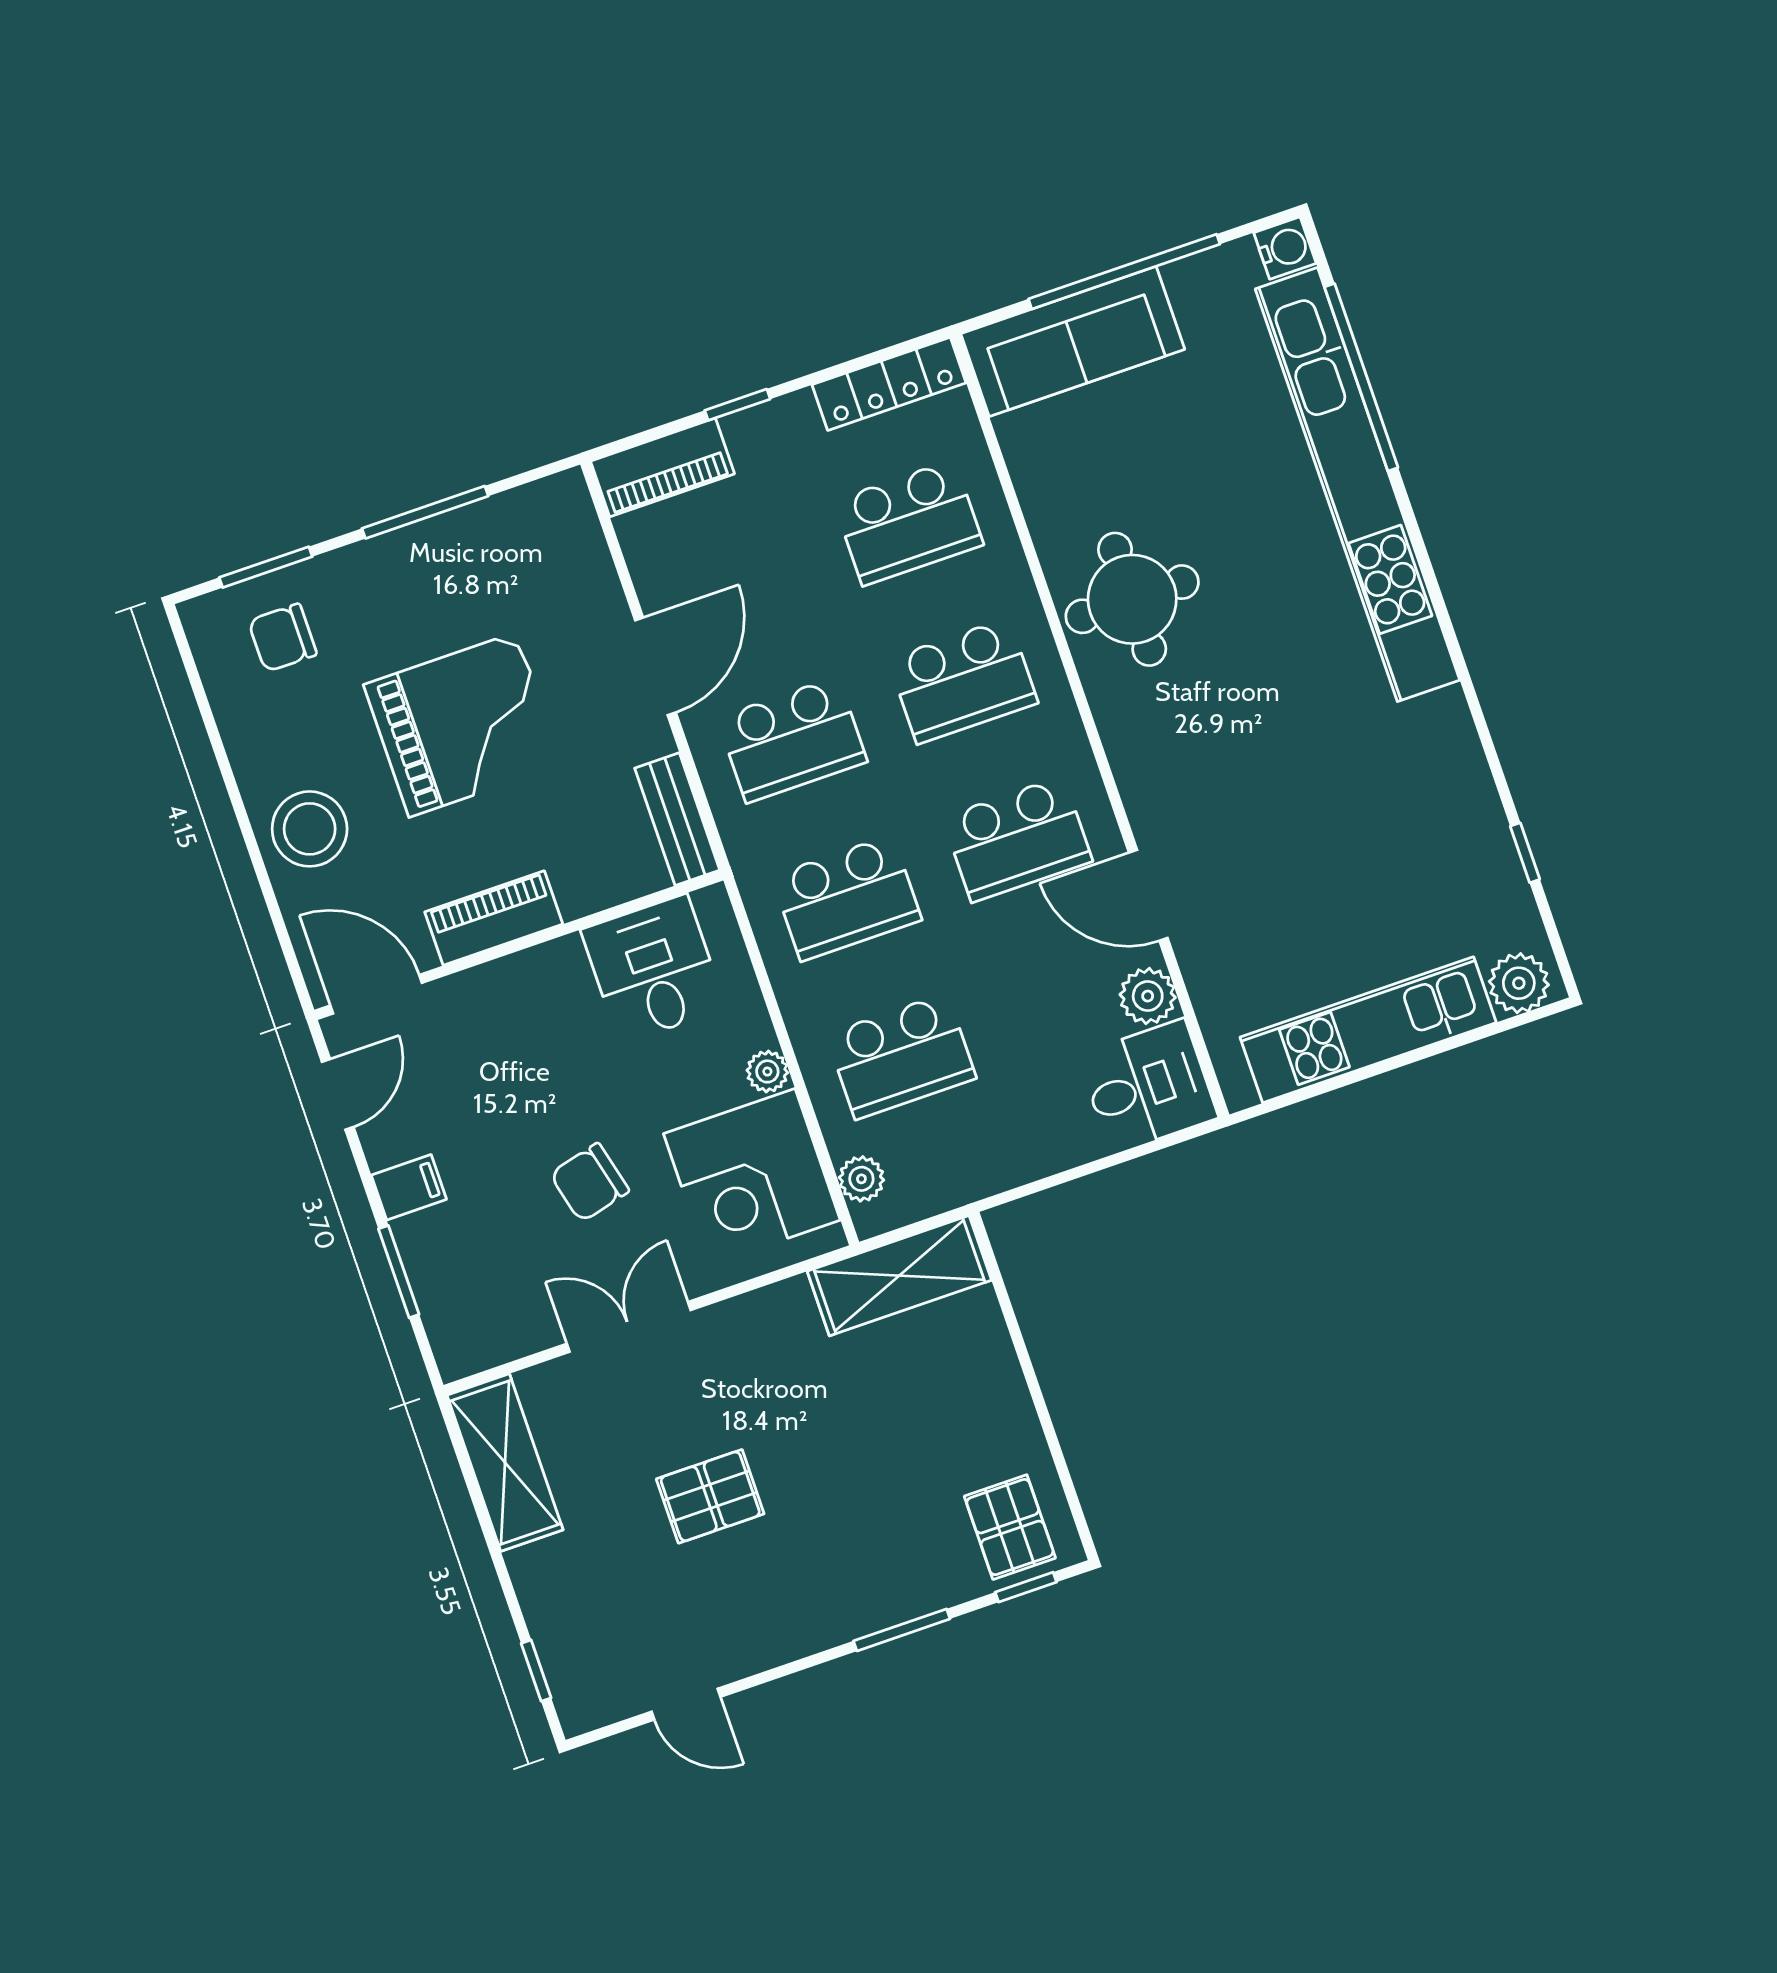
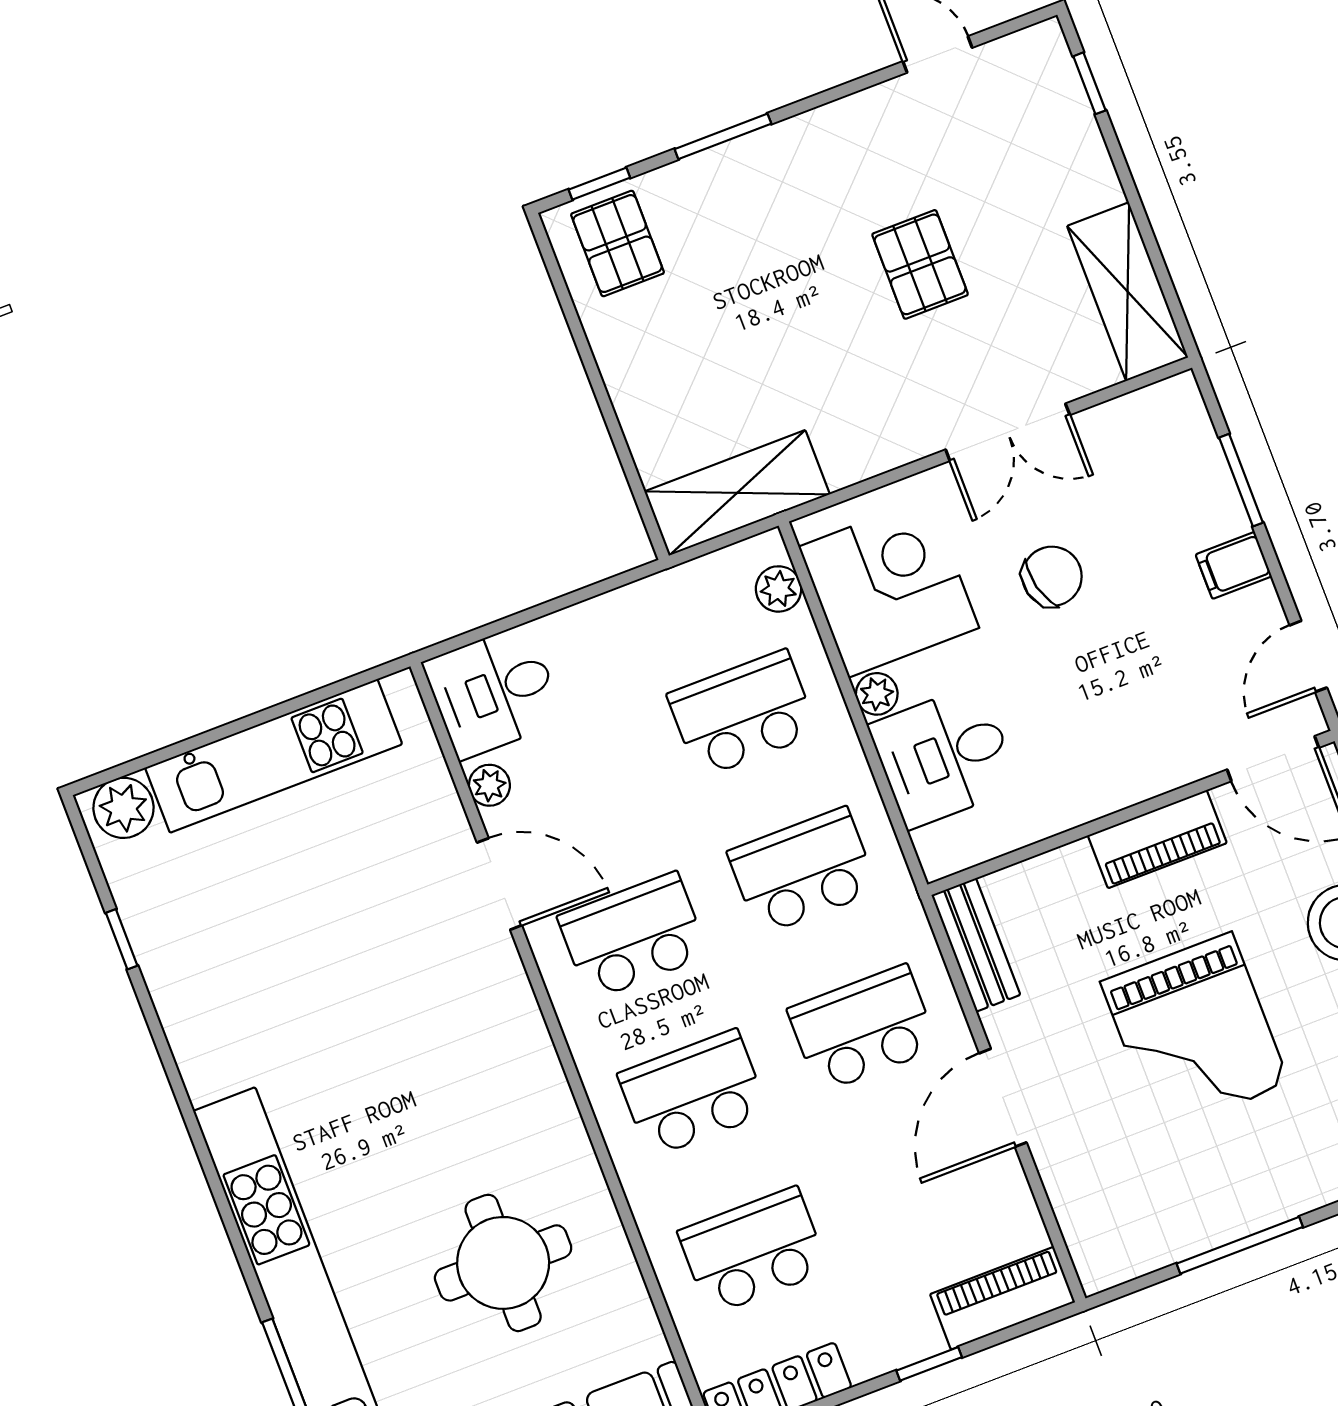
round table: (1132, 599) -> (503, 1263), moved
grand piano: (463, 725) -> (1195, 1033), turned -90
desk: (653, 969) -> (944, 756), moved, turned 90
plant: (1148, 996) -> (489, 785), width x0.73, depth x0.73
pallet: (710, 1496) -> (920, 264), turned 90

